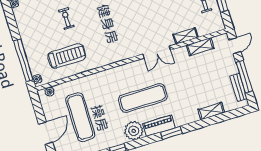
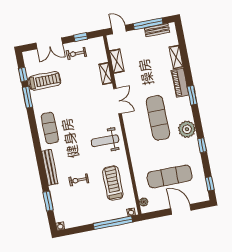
weight bench: (112, 43) -> (105, 141), added
piano: (159, 126) -> (180, 83), moved

